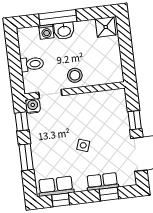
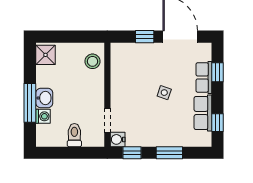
stool: (75, 75) -> (92, 61), moved
row of seats: (56, 186) -> (203, 113), moved

